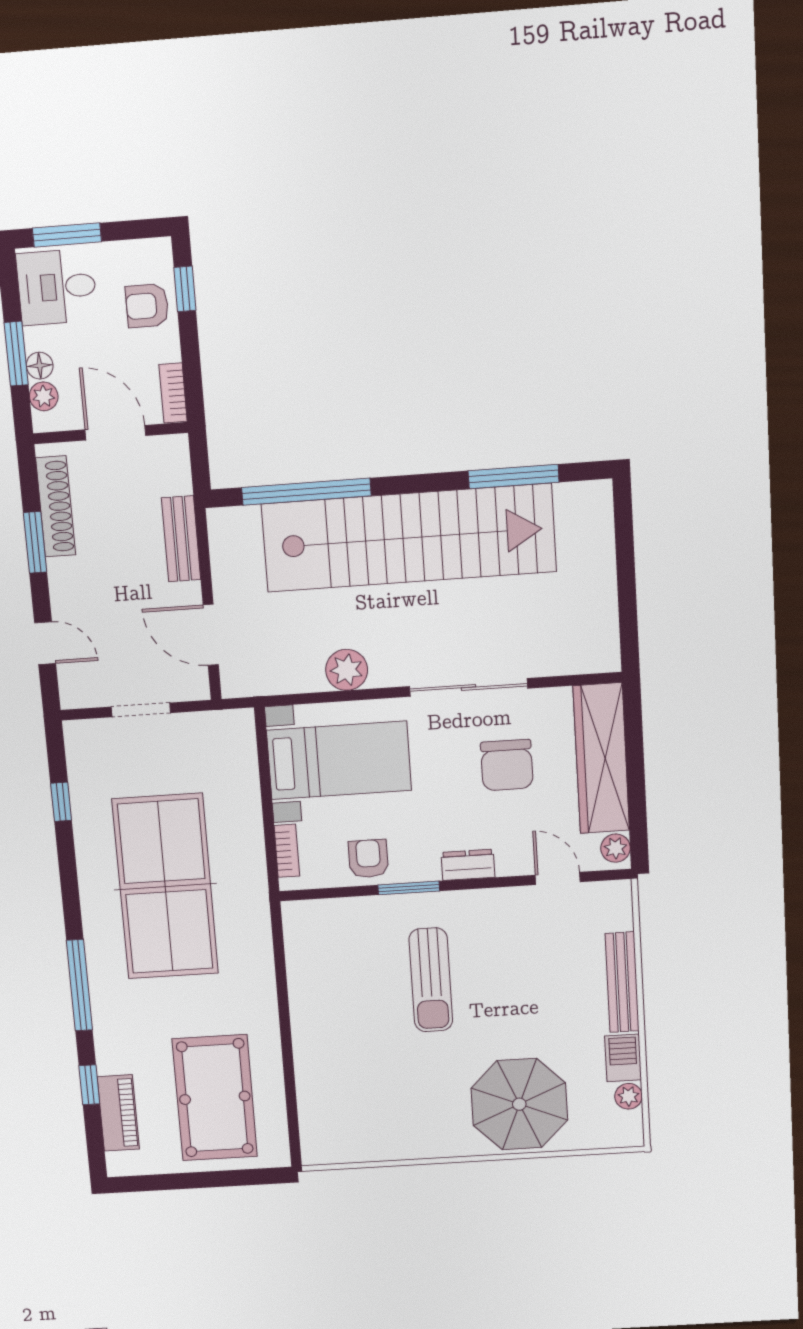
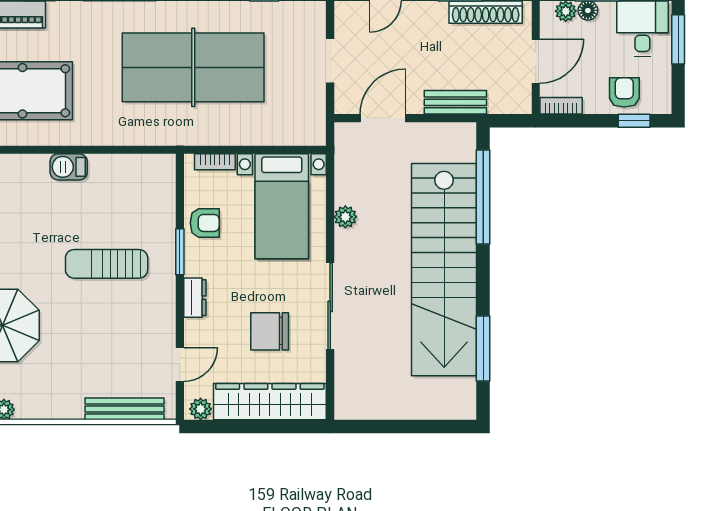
plant: (347, 670) -> (345, 217), width x0.73, depth x0.73
bench: (622, 982) -> (125, 409), moved
barbecue: (623, 1058) -> (69, 167), moved, turned 180

